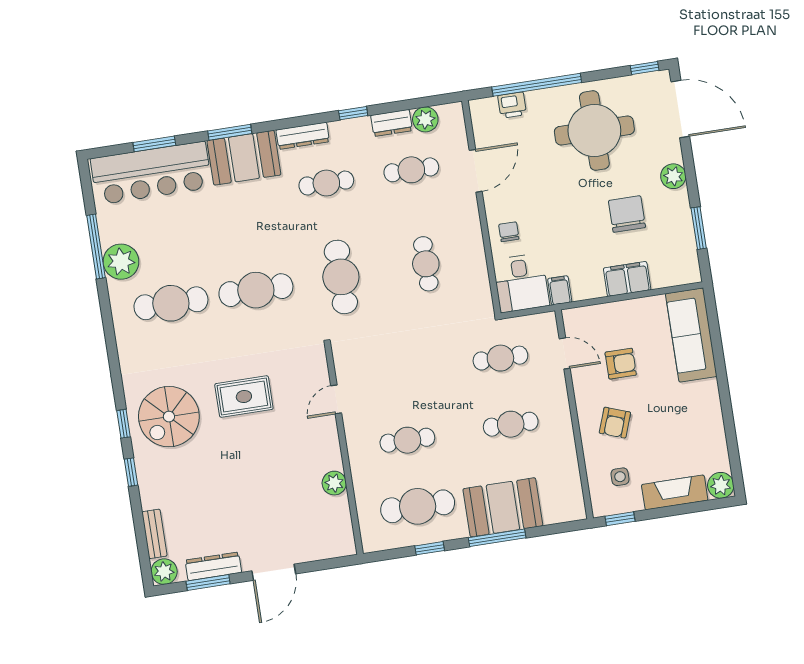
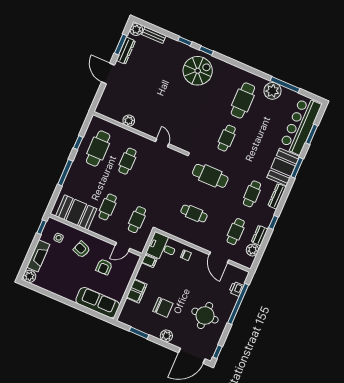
round table: (594, 131) -> (205, 316), width x0.73, depth x0.73
cafe table: (256, 290) -> (227, 138), width x0.73, depth x0.74
rug: (244, 396) -> (187, 106), removed
spiral stairs: (169, 417) -> (198, 71), turned 90
booth: (503, 507) -> (76, 212), moved, turned 90

